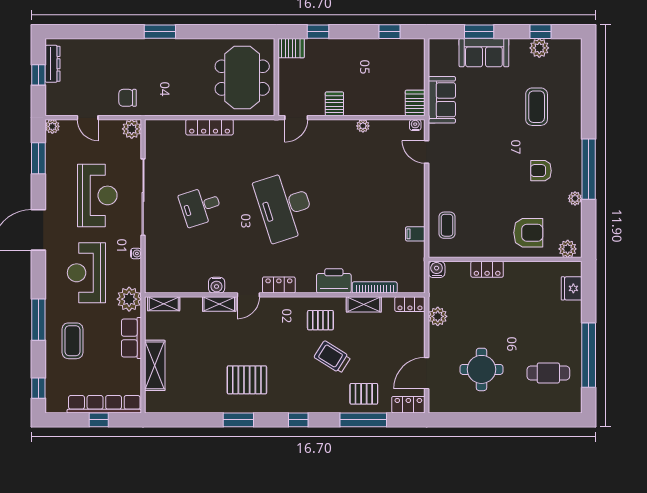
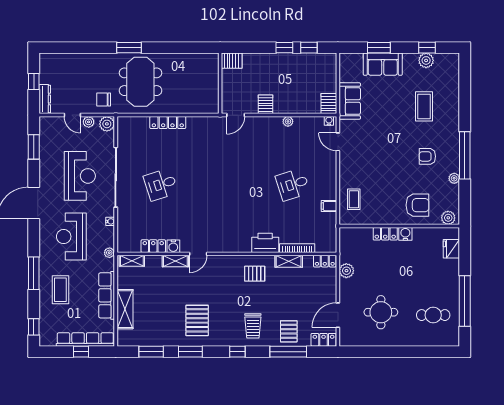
window: (318, 32) -> (284, 48), moved
dresser: (52, 64) -> (45, 99), moved
meeting table: (242, 78) -> (140, 82), moved
plant: (52, 126) -> (89, 122), moved
desk: (285, 206) -> (293, 184), moved, width x0.53, depth x0.77
water cooler: (437, 269) -> (405, 234), moved
locker: (279, 285) -> (153, 246), moved
plant: (129, 299) -> (109, 253), width x0.53, depth x0.53
row of seats: (131, 338) -> (107, 295), width x1.48
trolley: (332, 357) -> (253, 326), moved, turned -122
pallet: (247, 380) -> (197, 320), turned 90
pallet: (364, 394) -> (289, 331), turned 90
window: (188, 420) -> (151, 352), added

